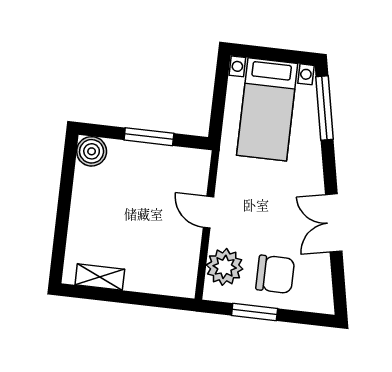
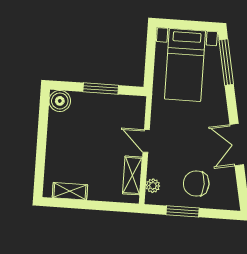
shelving: (187, 259) -> (132, 175), added
plant: (225, 267) -> (153, 186), width x0.53, depth x0.53
chair: (275, 274) -> (196, 184), turned 180

